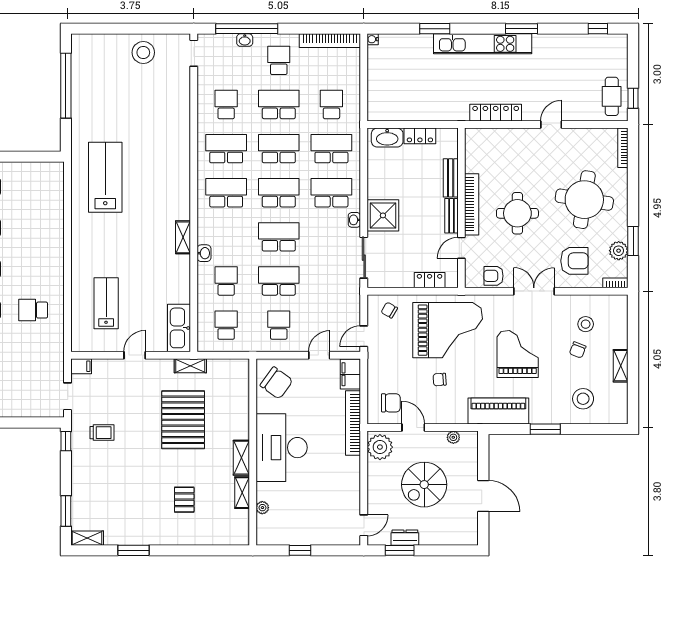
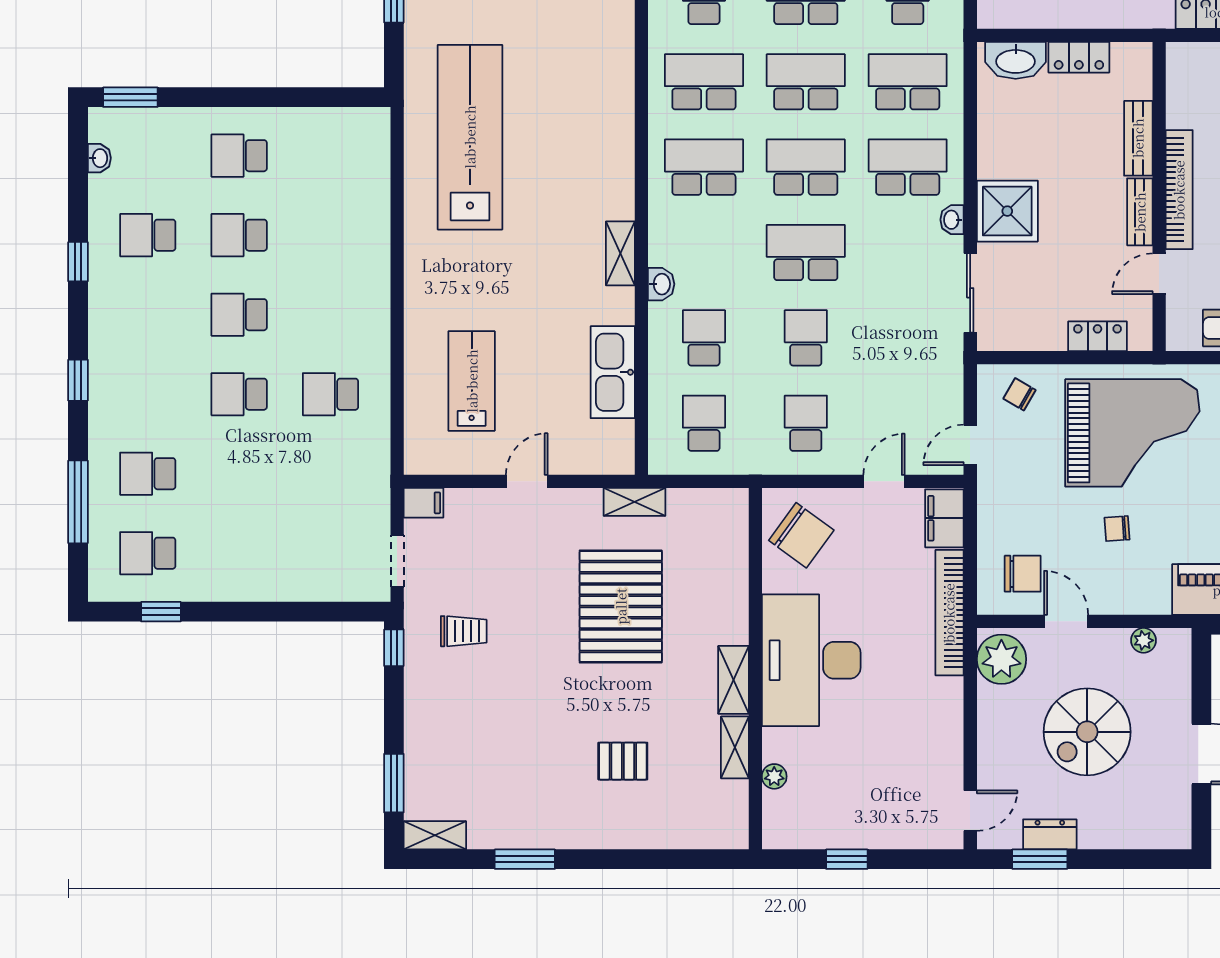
lab bench: (105, 177) -> (470, 137), width x1.36
school desk: (279, 281) -> (806, 338), width x0.54
kitchen sink: (179, 328) -> (613, 372), moved
pallet: (184, 500) -> (623, 761), turned 90

